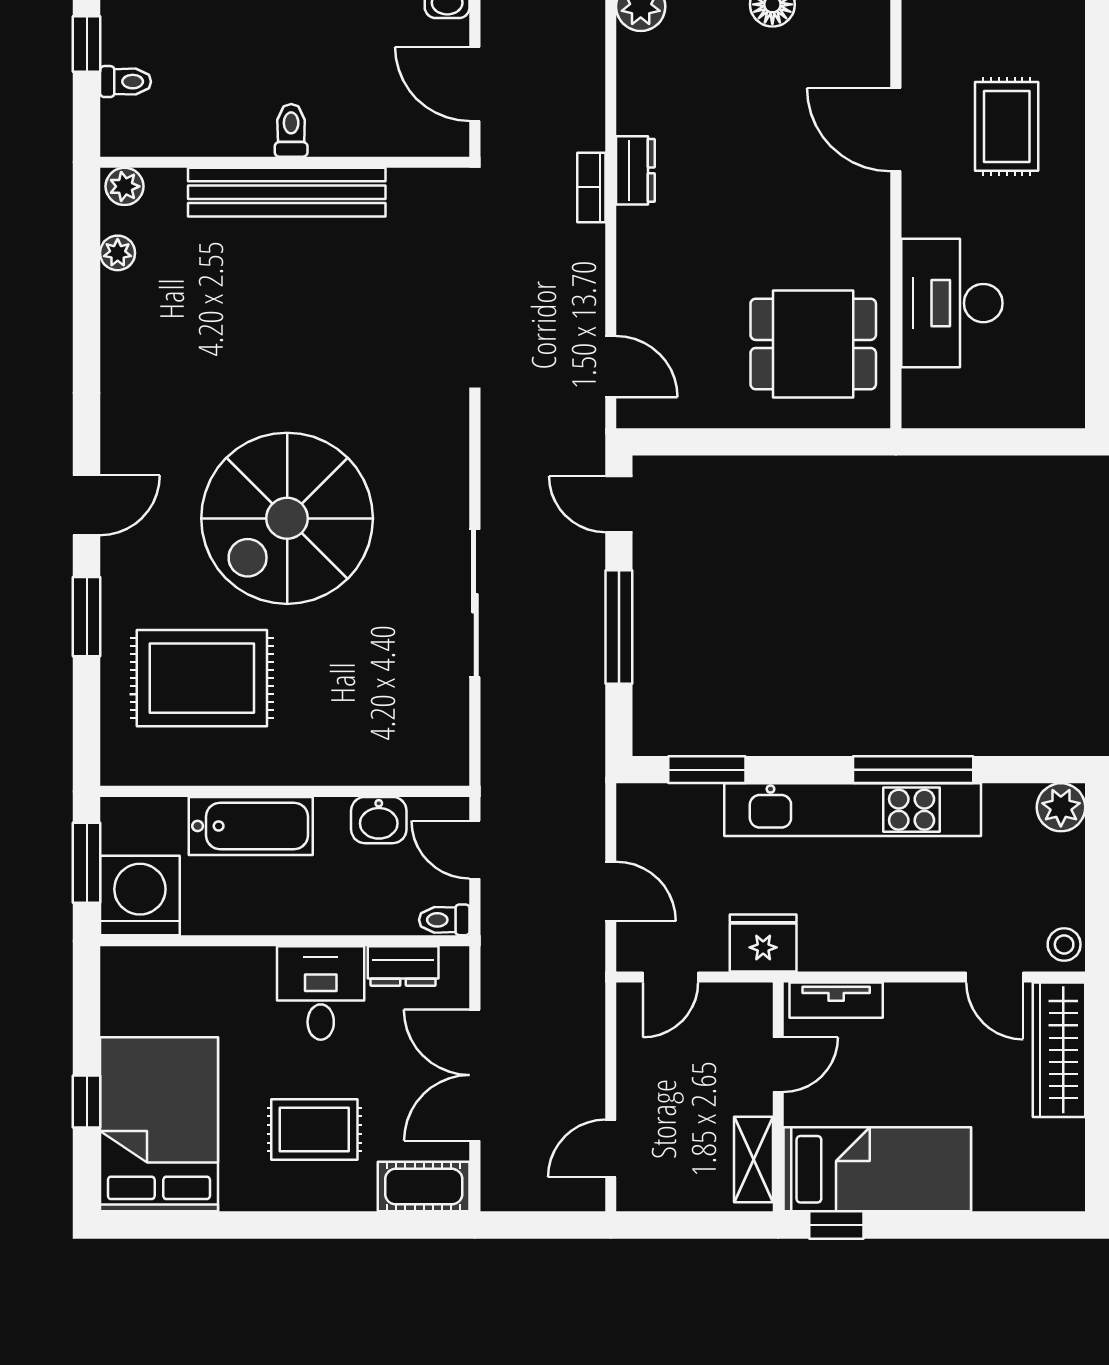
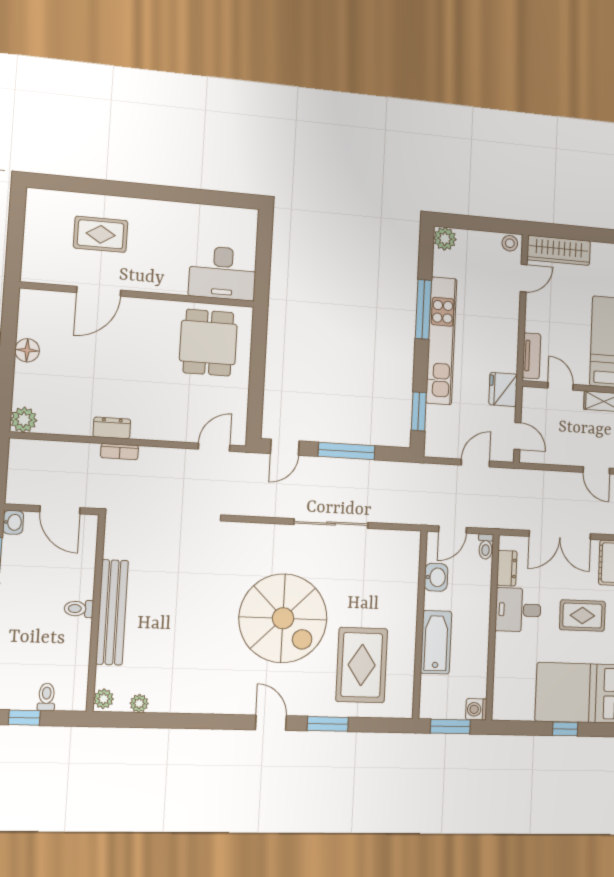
door: (475, 84) -> (60, 510), hinge flipped
desk: (952, 303) -> (223, 273), moved
washing machine: (140, 896) -> (476, 709), width x0.53, depth x0.53
rug: (314, 1130) -> (582, 616), turned 90

